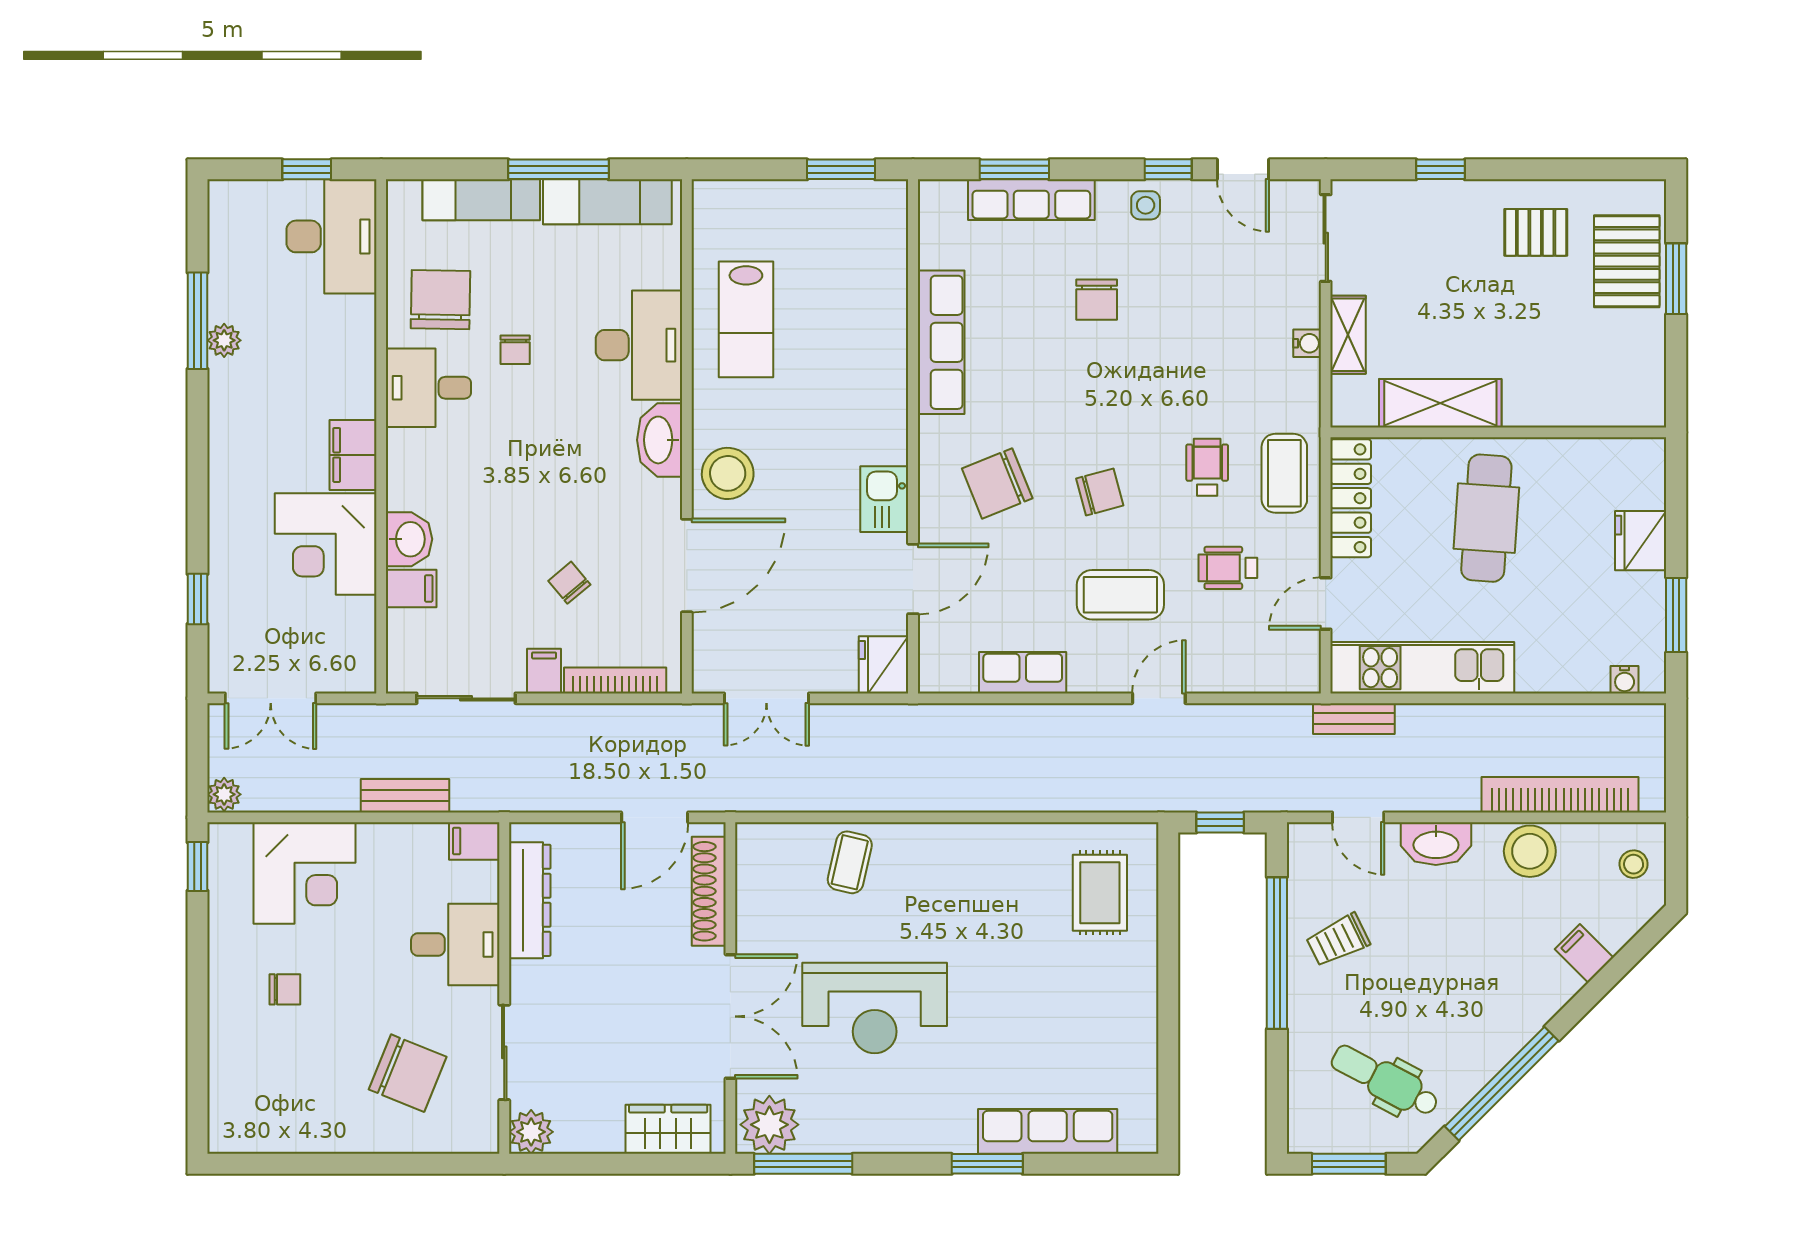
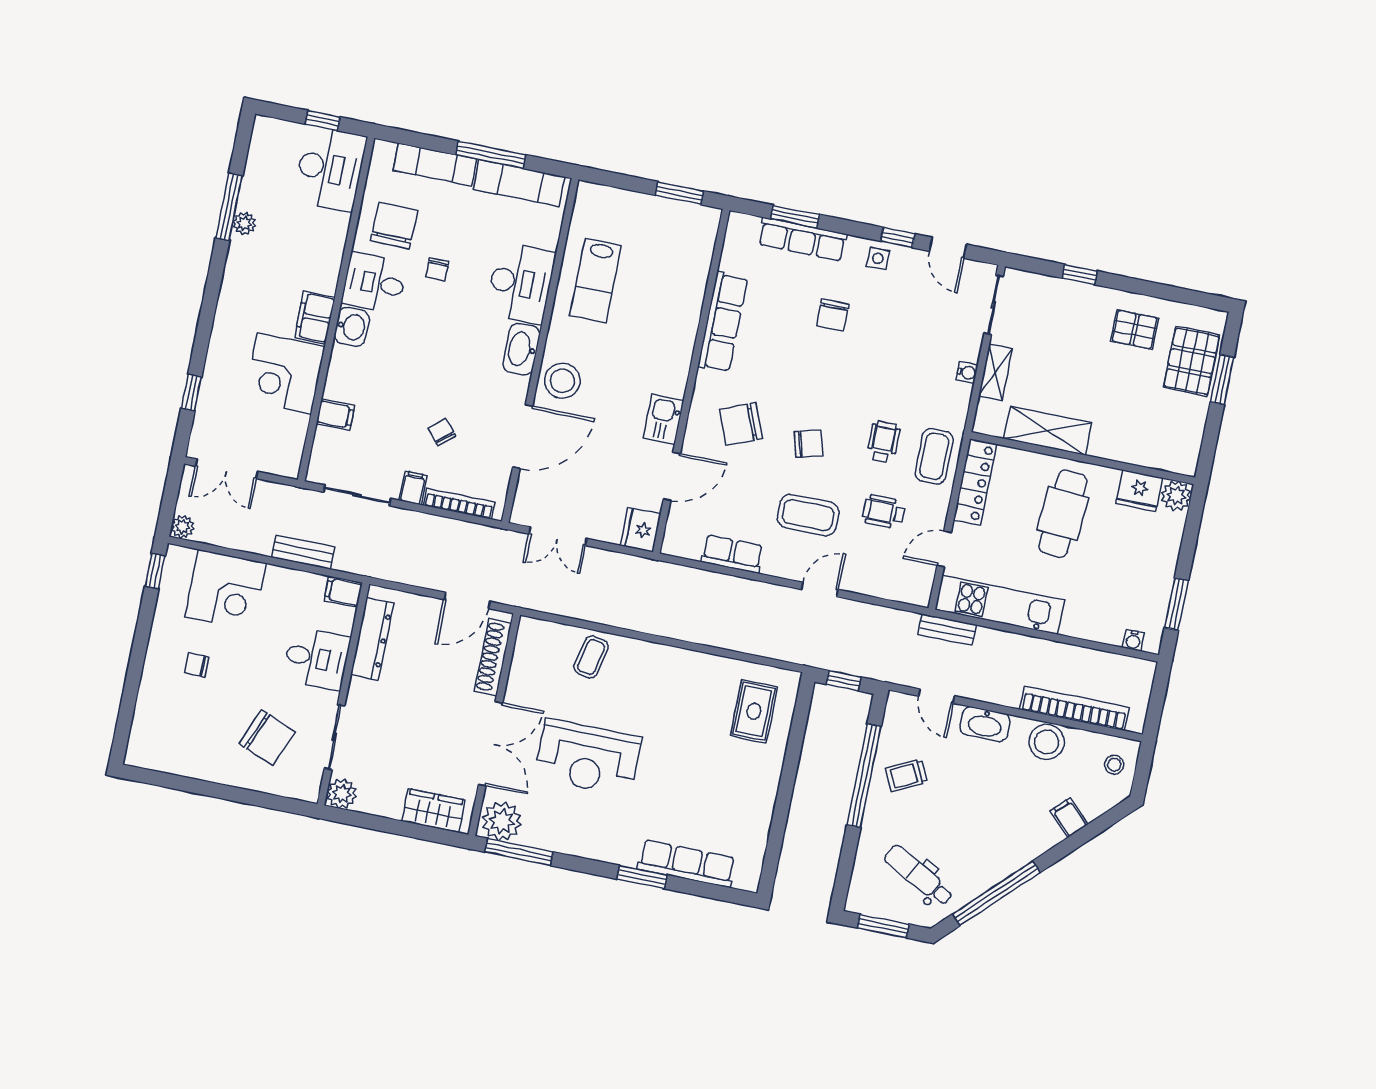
plant: (1644, 459) -> (1176, 496), added
washbasin: (409, 539) -> (352, 327), moved
fridge: (1641, 541) -> (1139, 491), moved, turned -90
chair: (285, 989) -> (197, 665), turned 180

